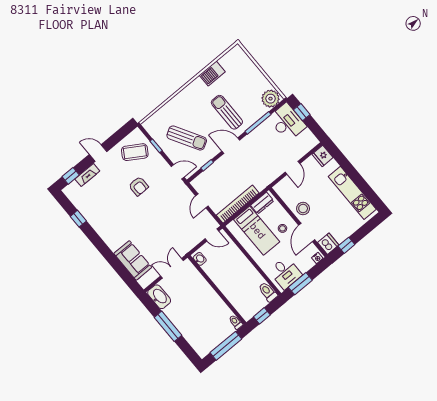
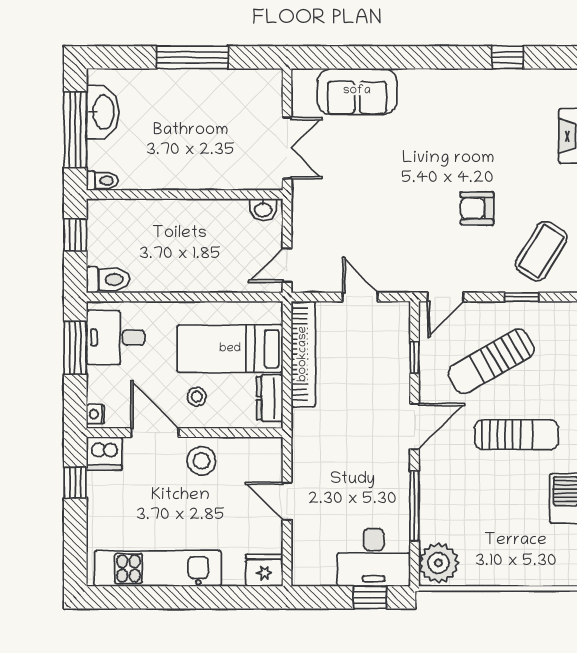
sun lounger: (227, 112) -> (517, 435), moved
washbasin: (159, 297) -> (103, 112), moved, turned -90

